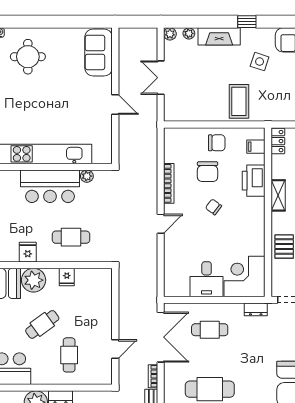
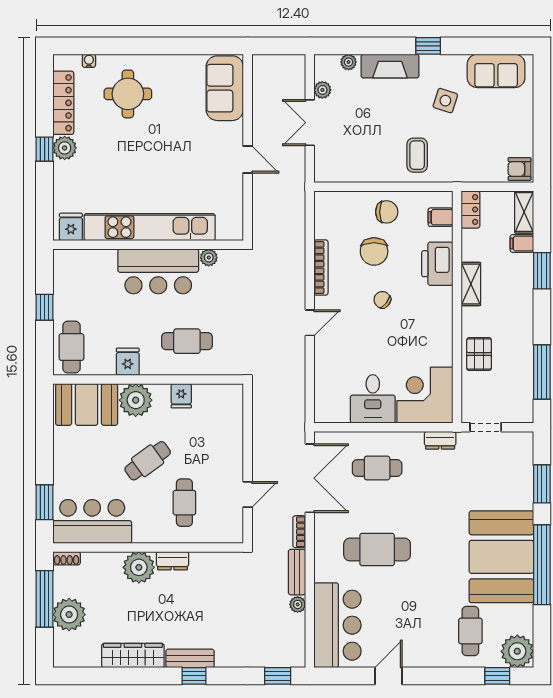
plant: (170, 34) -> (322, 90), moved
coffee table: (239, 101) -> (417, 155), width x0.73, depth x0.77

